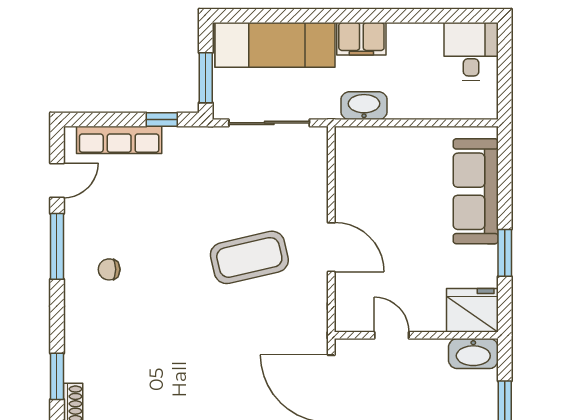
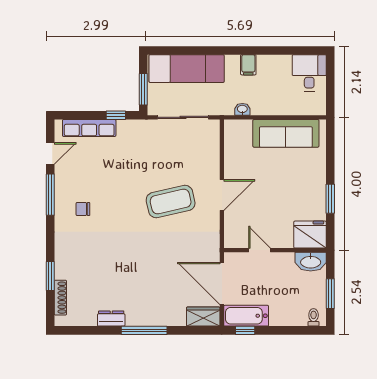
filing cabinet: (361, 39) -> (248, 65), width x0.50
washbasin: (364, 106) -> (242, 109), width x0.52, depth x0.69
sofa: (476, 191) -> (286, 133), moved, turned -90
door: (331, 247) -> (222, 195), hinge flipped

